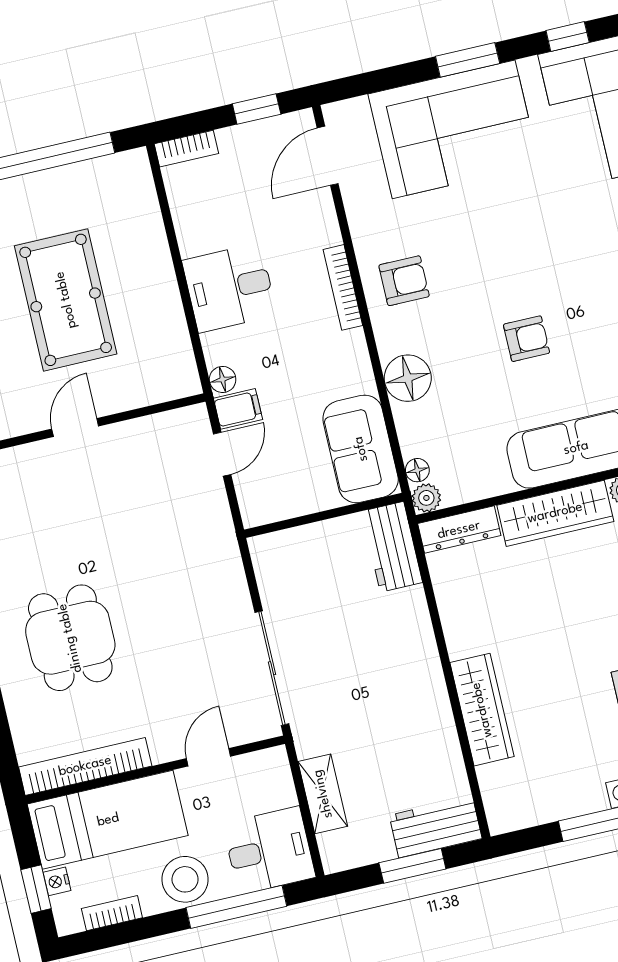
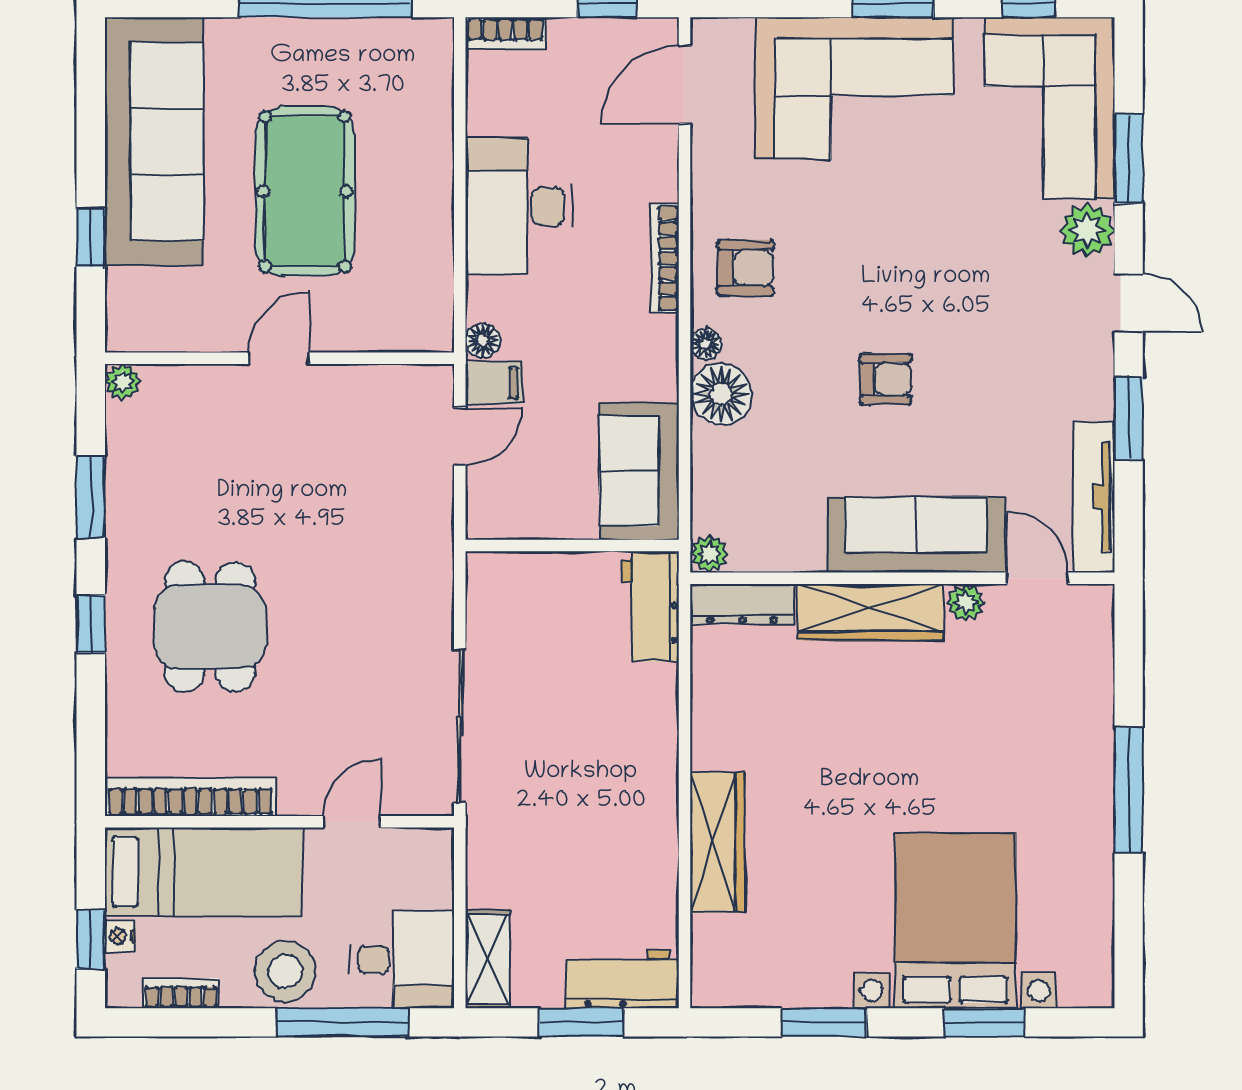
desk: (229, 288) -> (519, 206), width x1.37
floor lamp: (417, 470) -> (706, 344), moved
shelving: (323, 794) -> (488, 959), moved

